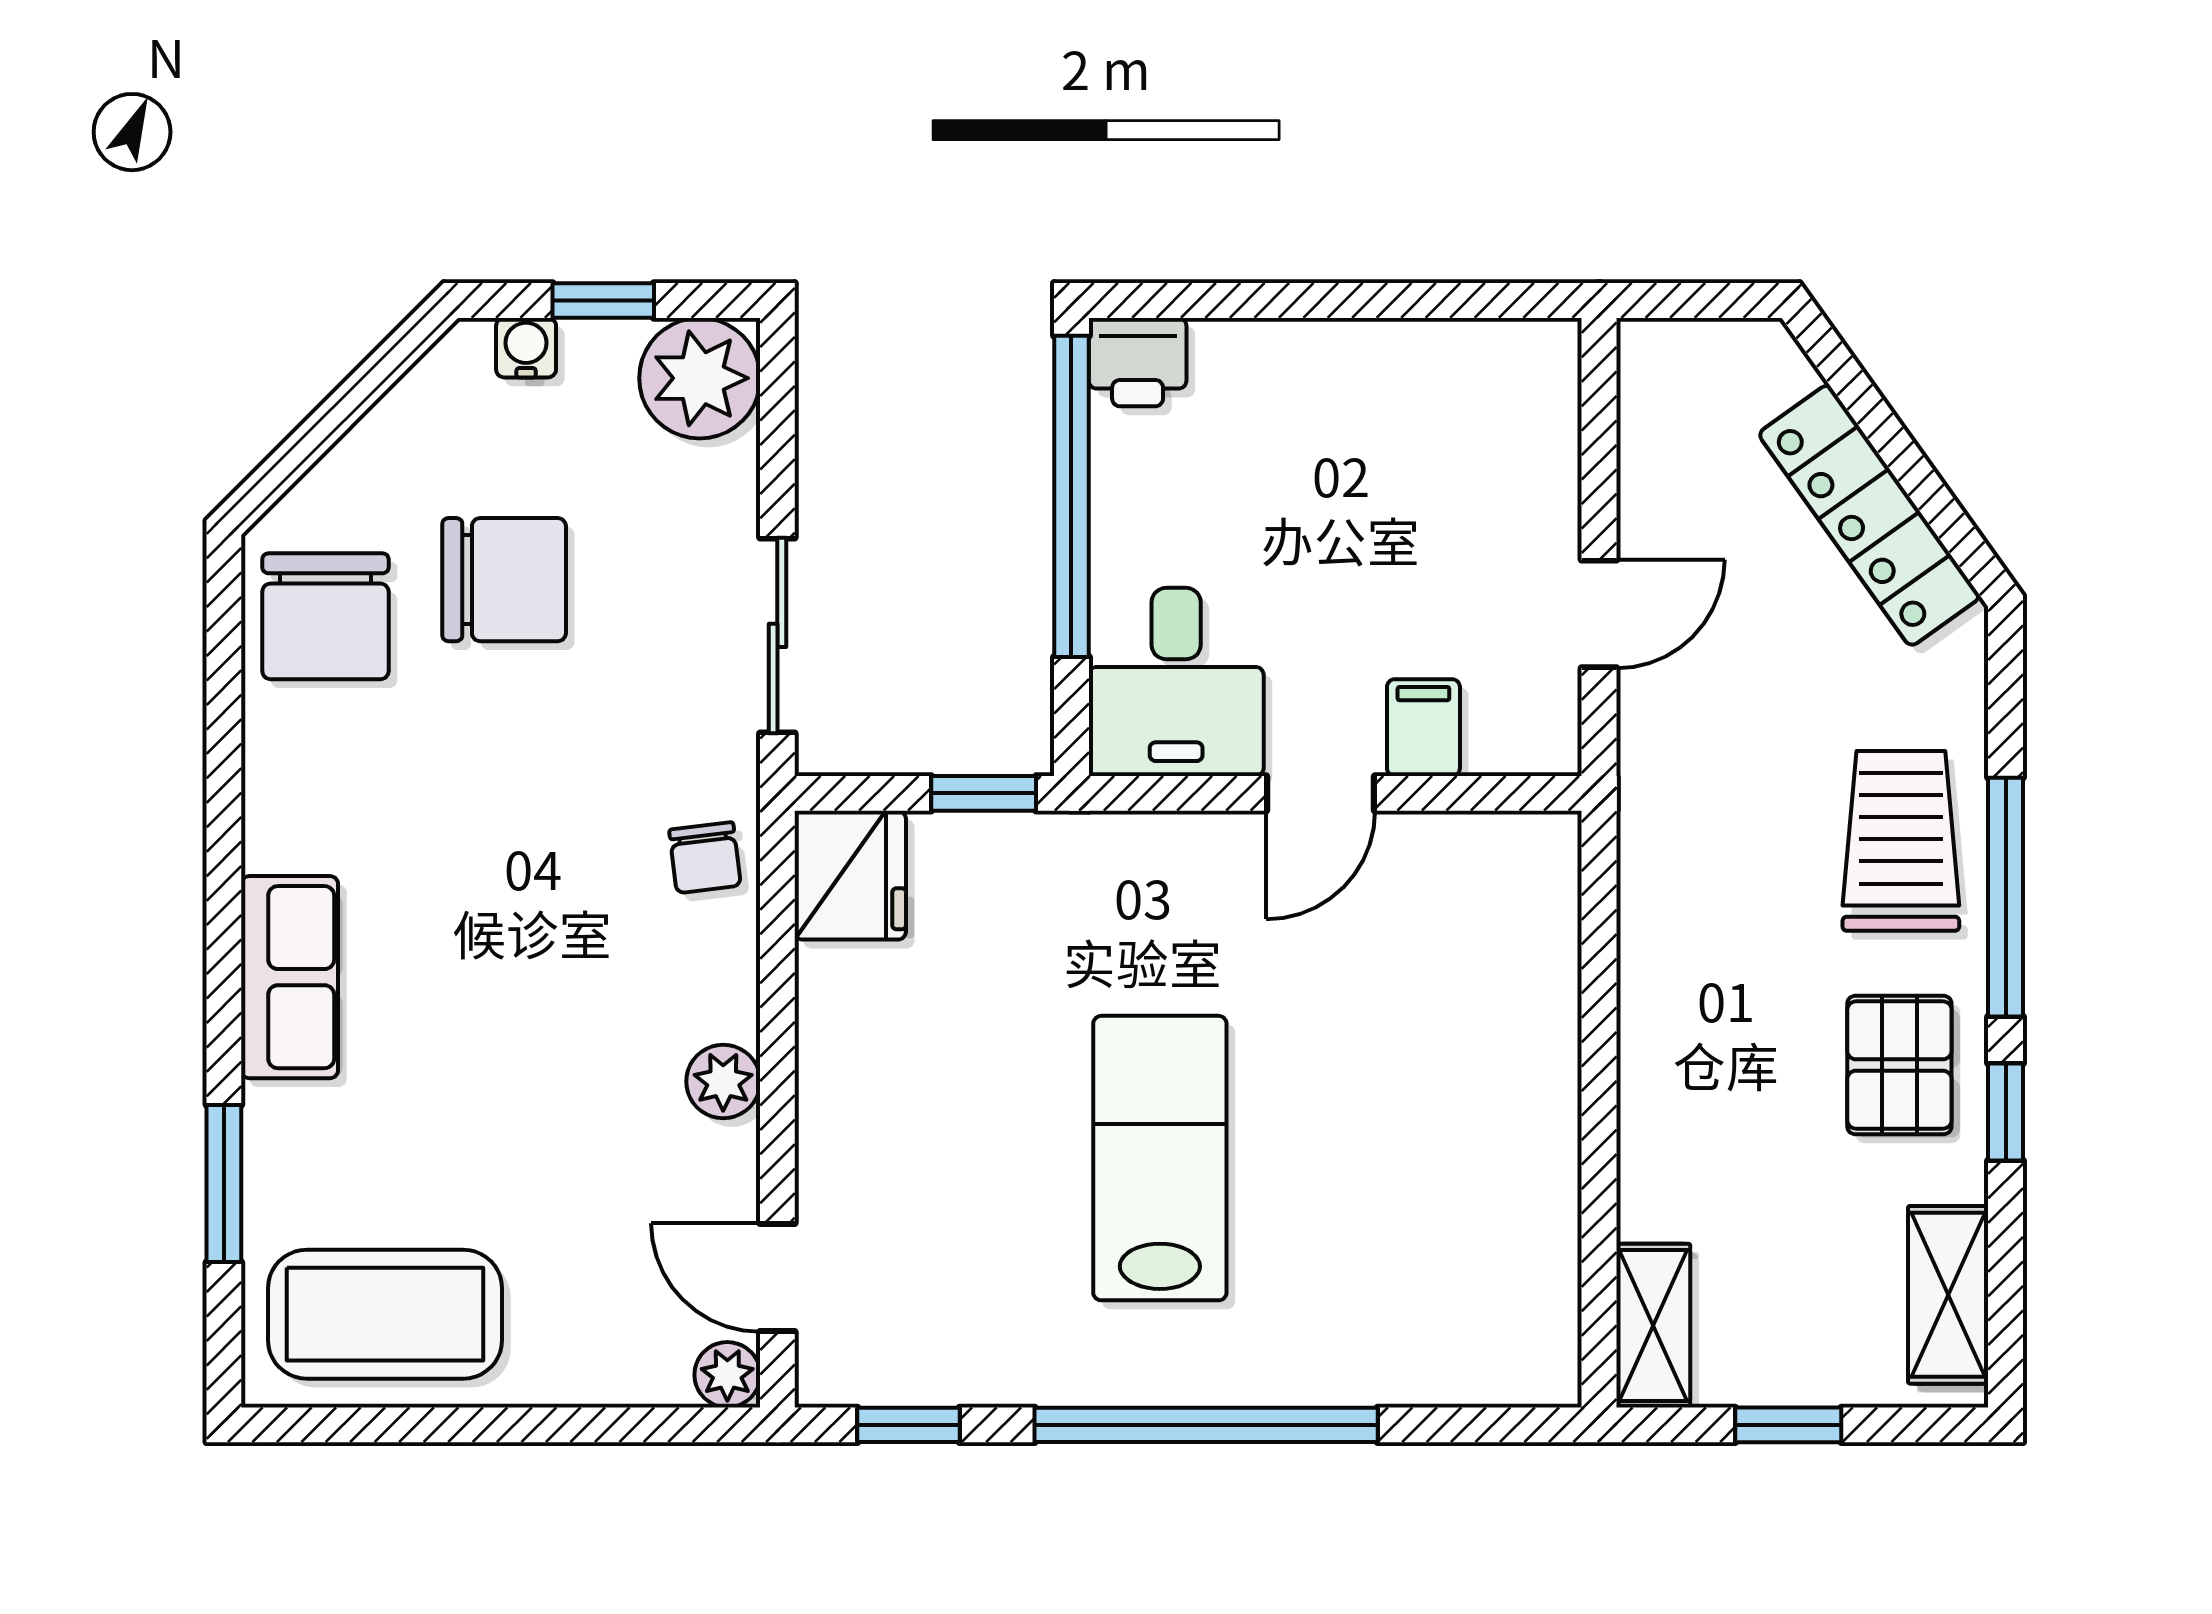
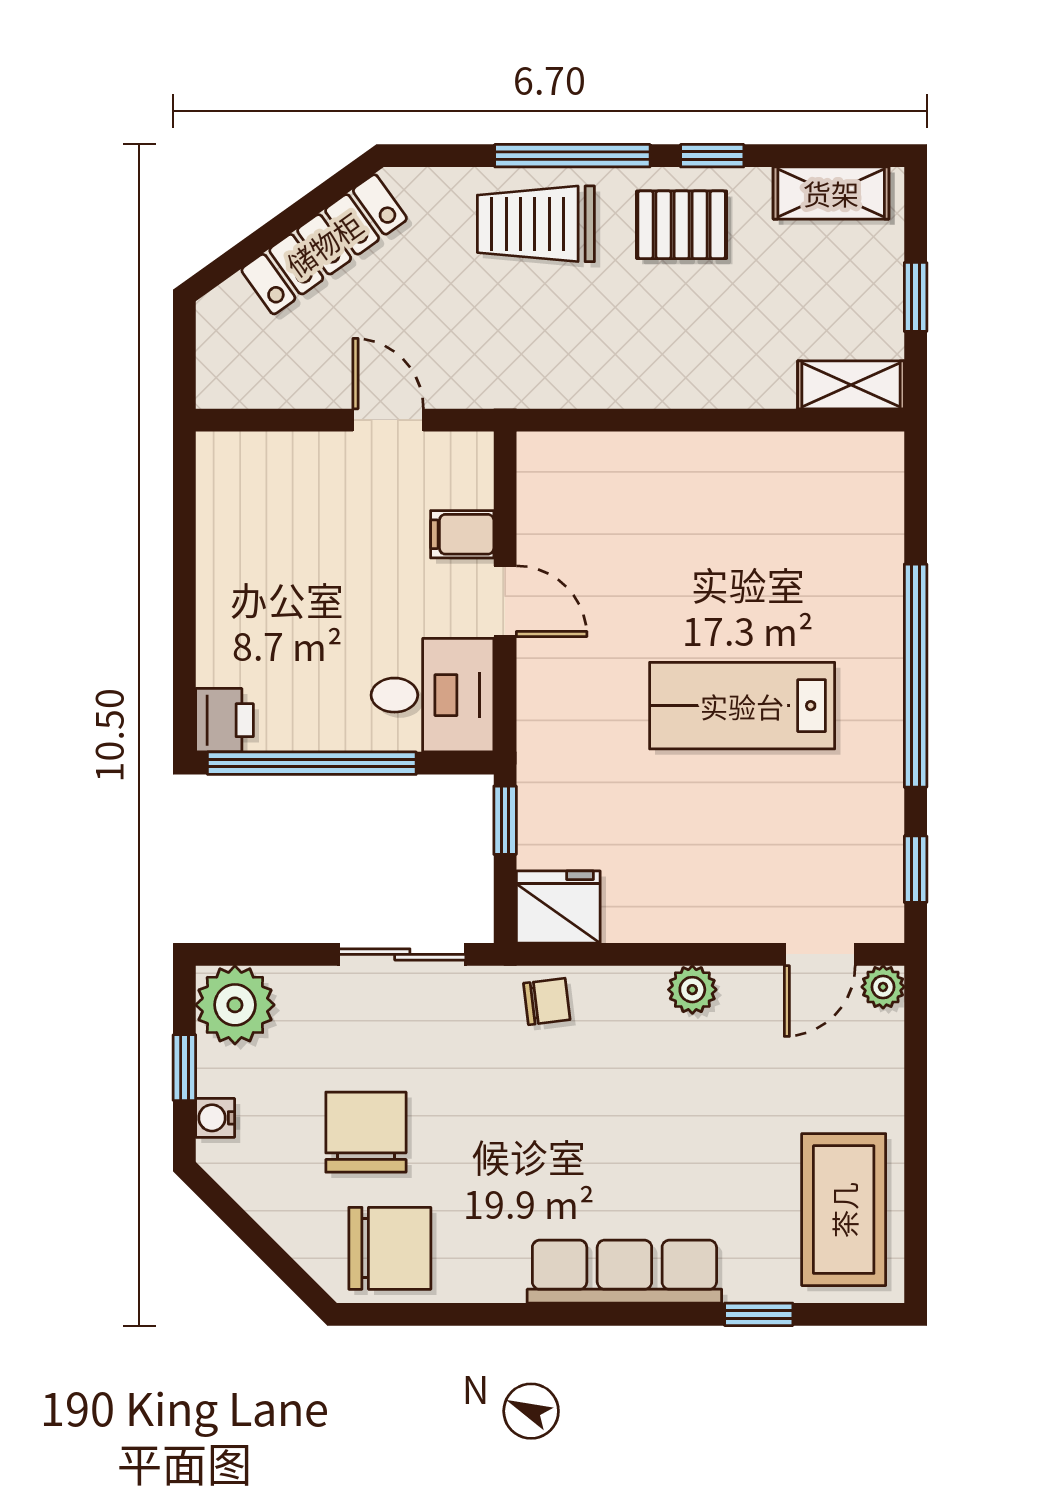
row of seats: (290, 977) -> (624, 1272), width x1.48
window: (224, 1184) -> (759, 1314), width x0.67

